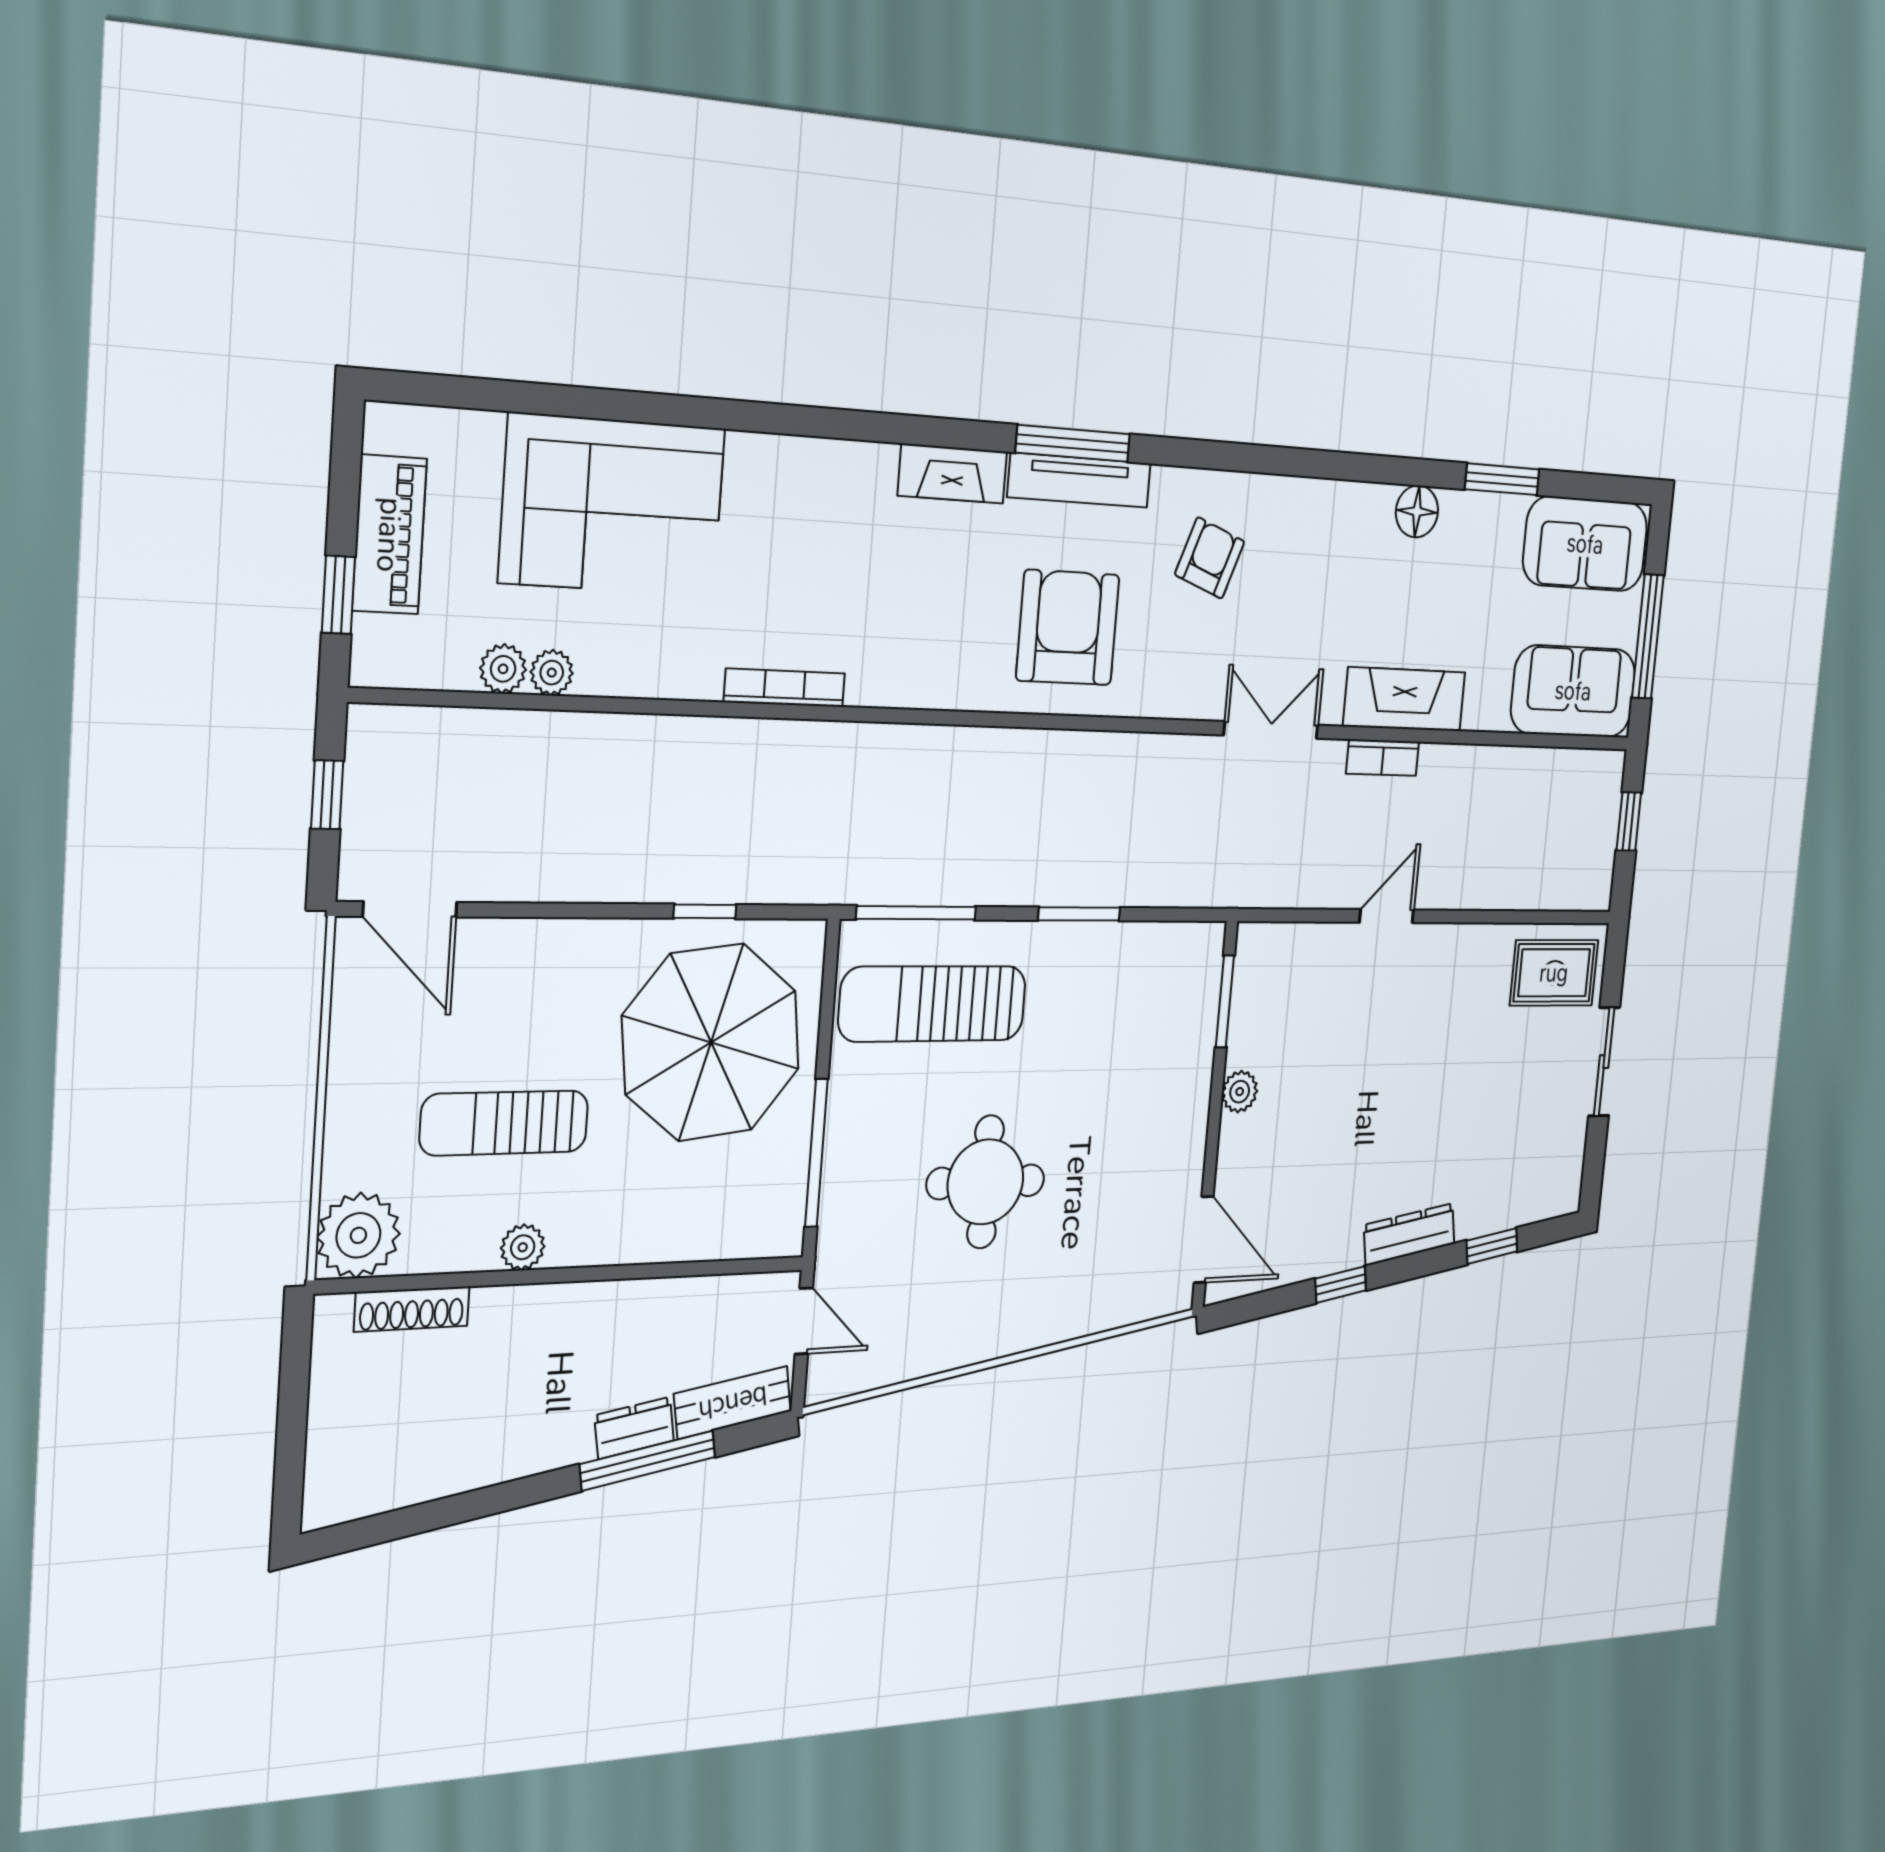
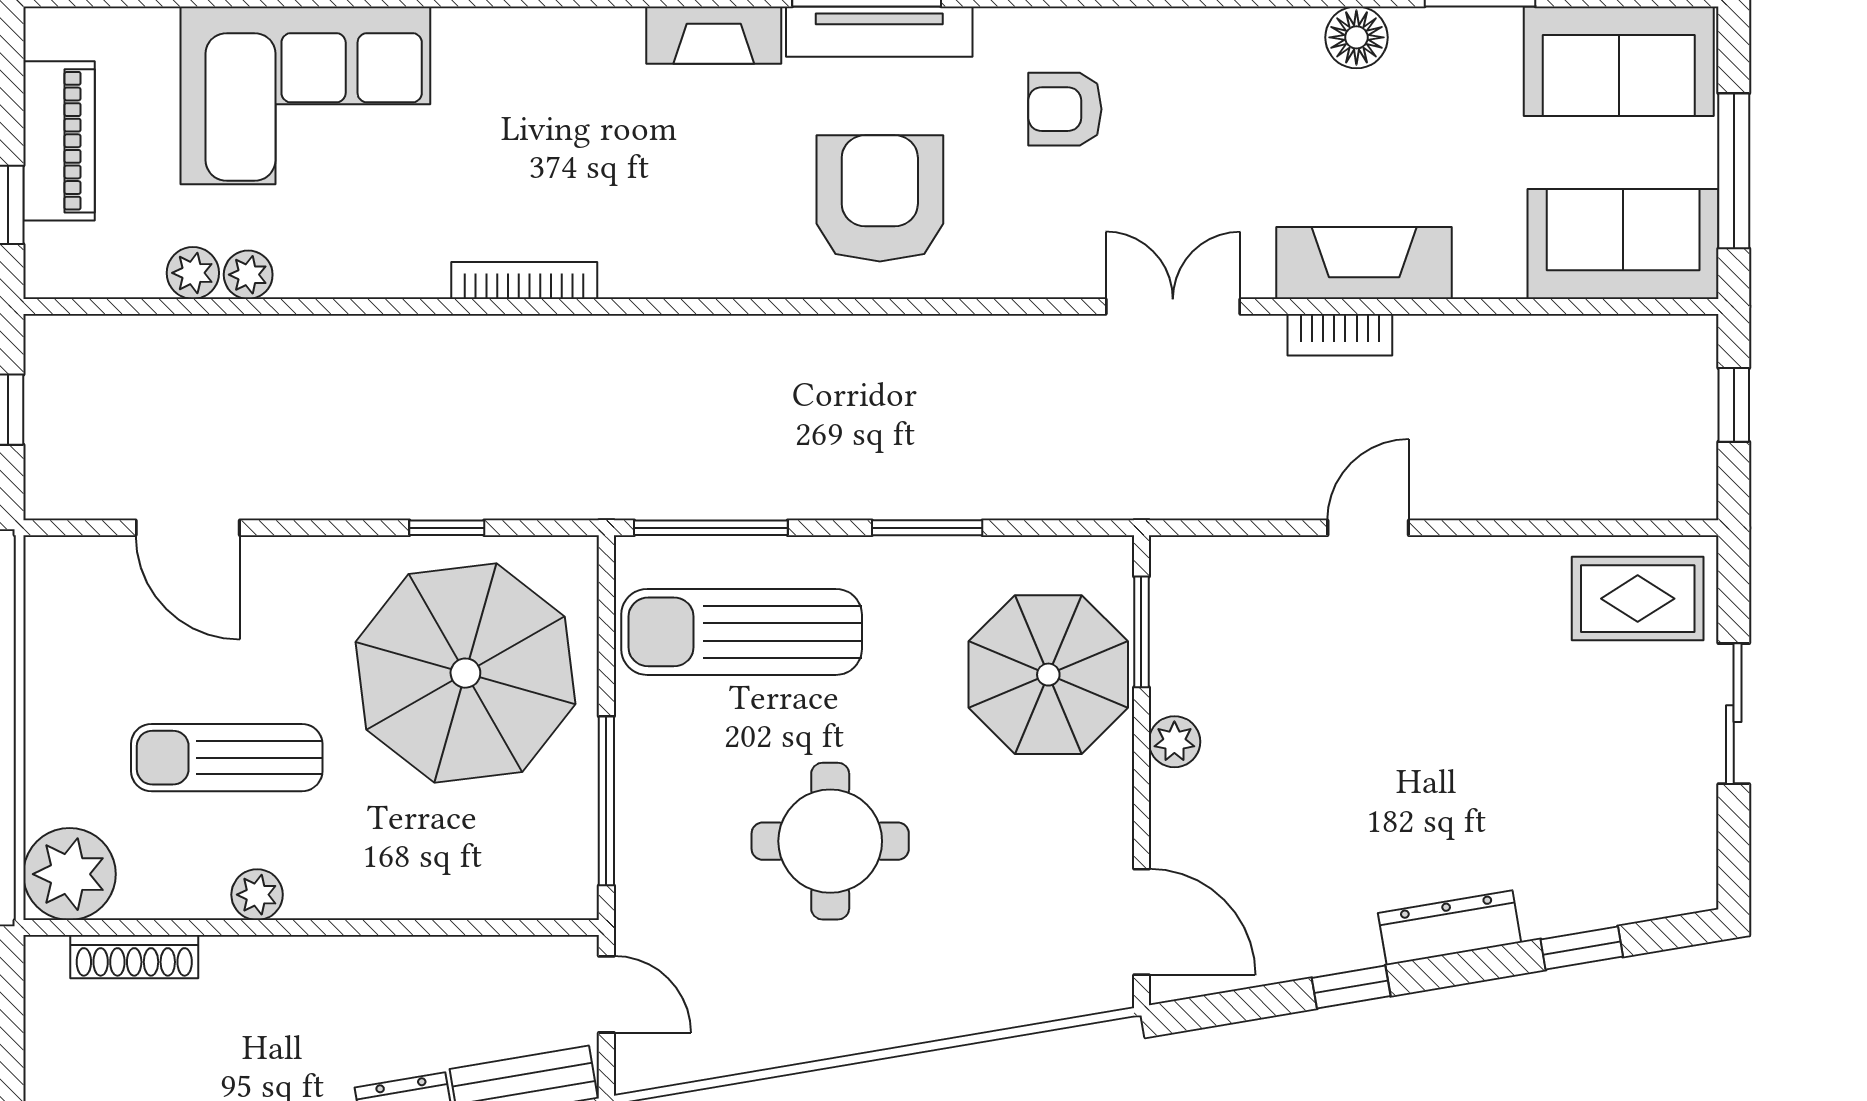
armchair: (1210, 558) -> (1065, 109), turned -110
door: (410, 909) -> (188, 528), moved
parasol: (1156, 1038) -> (1048, 675), added

